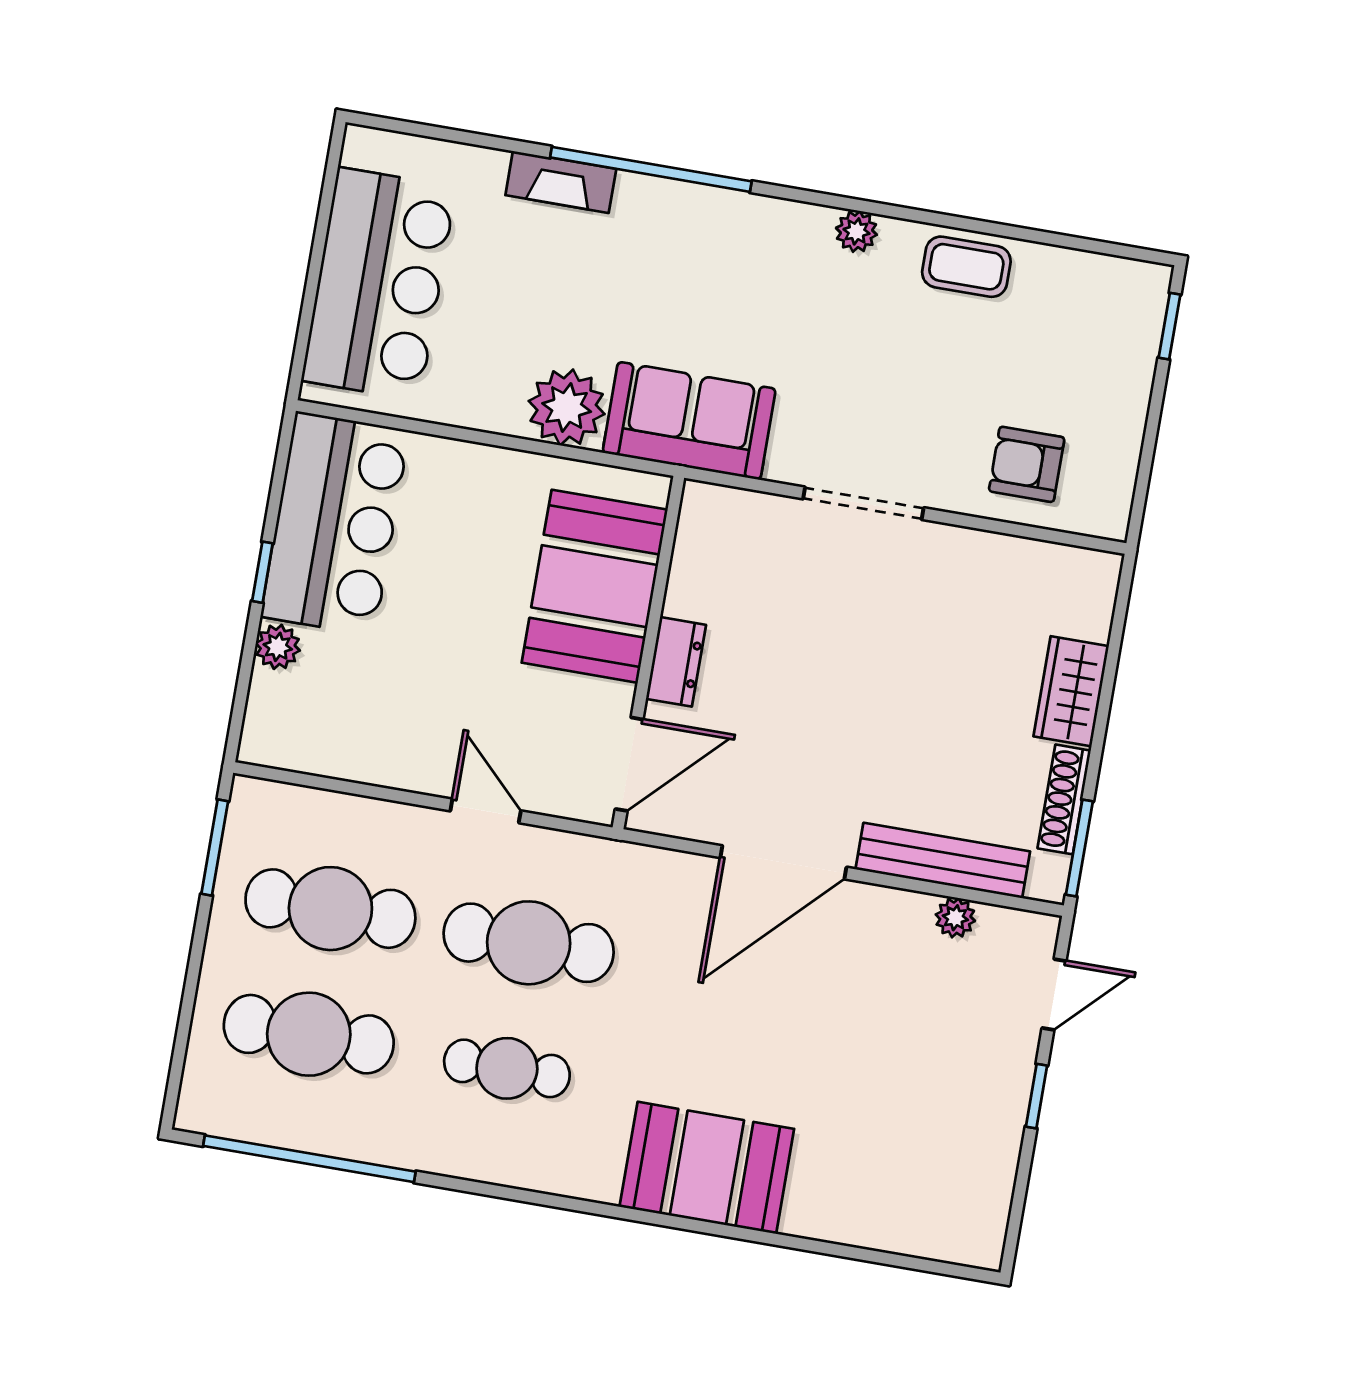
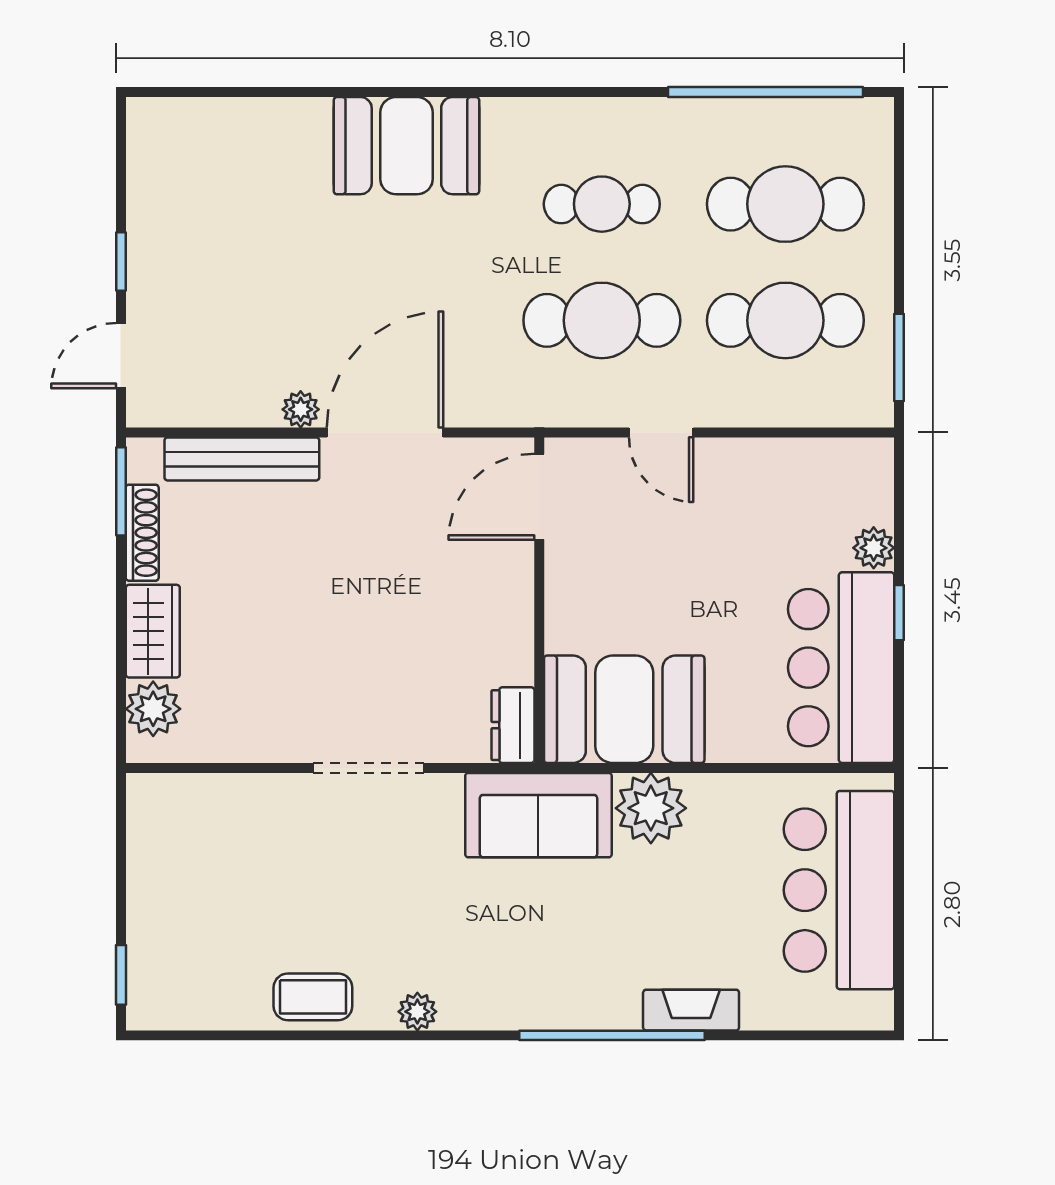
armchair: (1027, 464) -> (228, 828), removed
booth: (595, 586) -> (624, 709), moved, turned 90
plant: (1085, 607) -> (153, 709), added
dresser: (676, 662) -> (513, 725), moved
plant: (955, 918) -> (301, 409), moved

